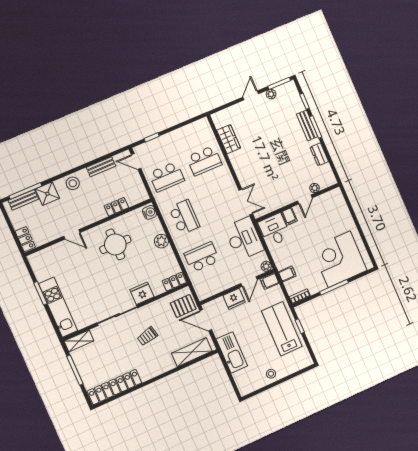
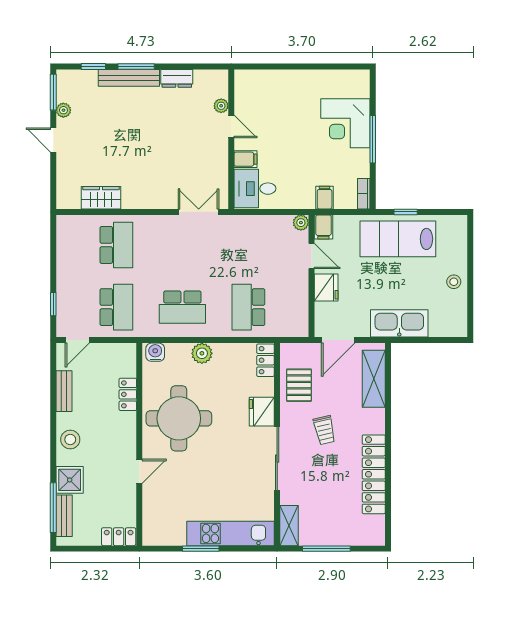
bench: (307, 125) -> (129, 78), width x1.36
school desk: (184, 217) -> (182, 307), turned 180
desk: (244, 239) -> (248, 237), removed
round table: (115, 244) -> (179, 418), width x1.36, depth x1.36
corner desk: (339, 259) -> (345, 123), width x0.74, depth x0.74
pallet: (183, 306) -> (299, 385), moved
locker: (115, 387) -> (374, 474), moved

